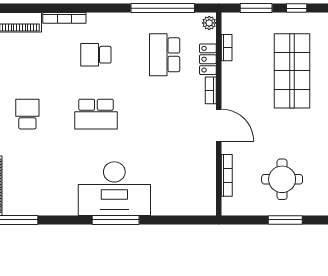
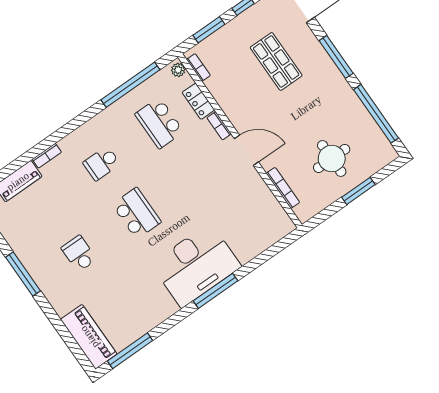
bookcase: (64, 18) -> (47, 156), width x0.64
bookcase: (227, 48) -> (198, 67), moved
shop shelf: (292, 71) -> (276, 61), width x0.70, depth x0.74
school desk: (96, 114) -> (137, 213), turned -90

